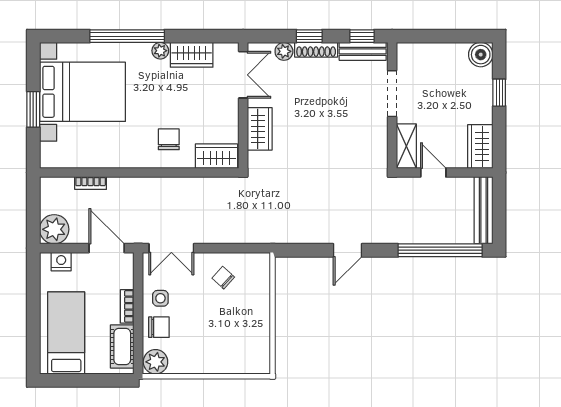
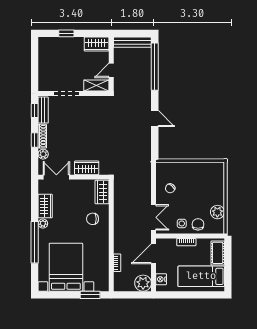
boiler: (481, 55) -> (45, 44), removed
window: (33, 109) -> (90, 295), moved
cot: (122, 347) -> (218, 253), moved, turned 90
plant: (155, 362) -> (217, 212), moved

